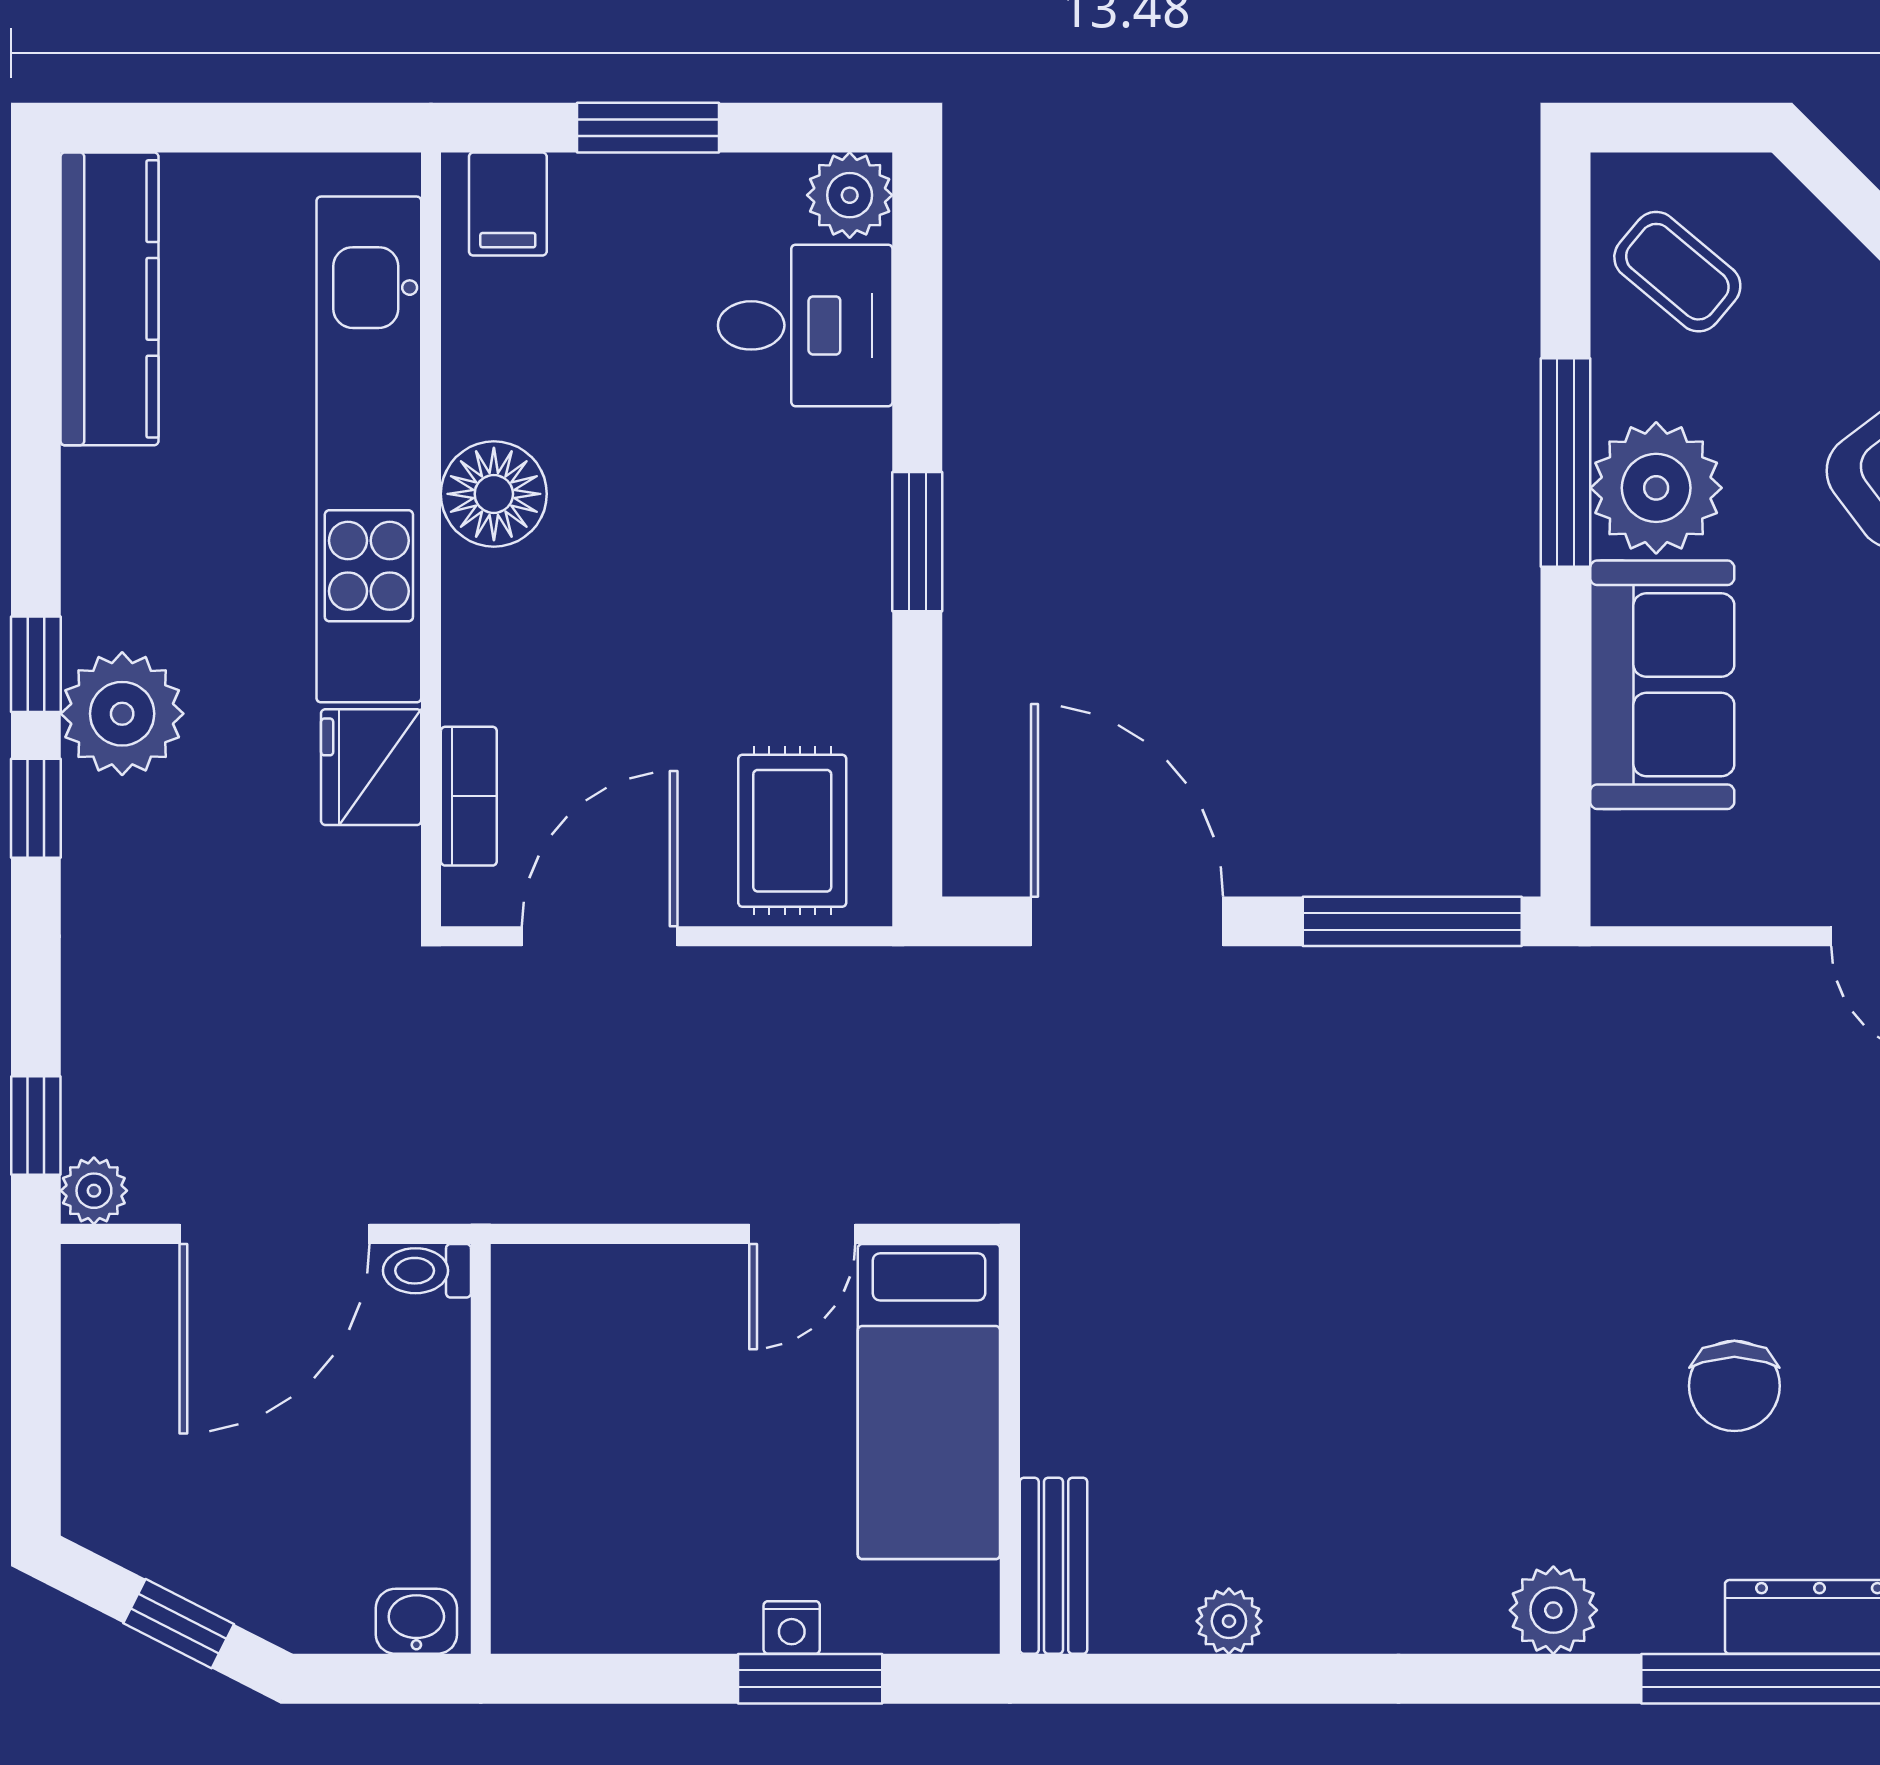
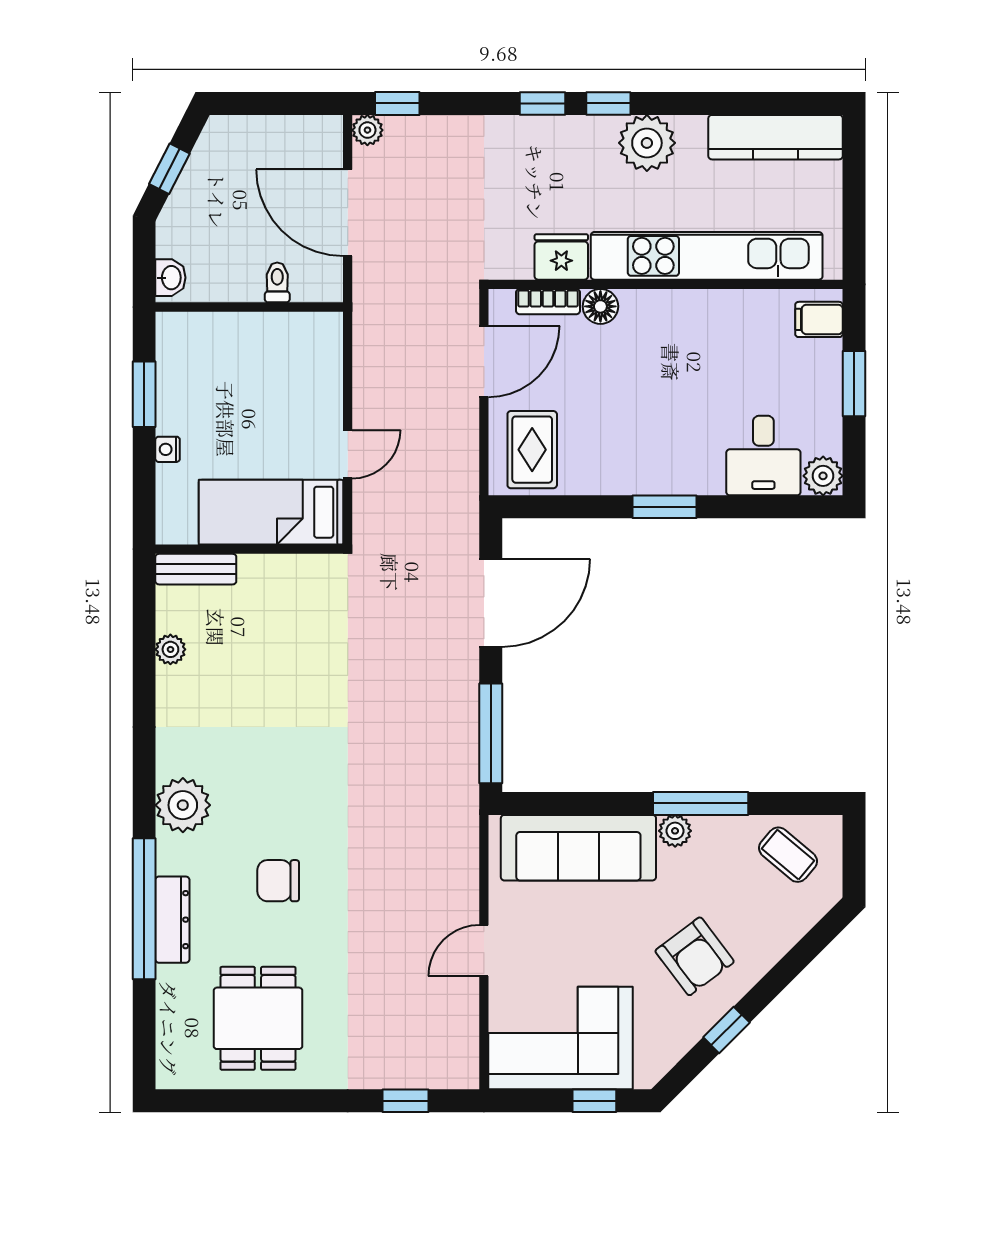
coffee table: (1677, 272) -> (788, 855), turned 90
plant: (1656, 488) -> (675, 831), width x0.53, depth x0.53
floor lamp: (494, 494) -> (600, 306), moved, width x0.73, depth x0.73
sofa: (1662, 685) -> (578, 848), width x1.36
plant: (122, 714) -> (647, 143), moved
rug: (792, 831) -> (532, 450), turned 90
door: (600, 936) -> (484, 361), hinge flipped
door: (802, 1234) -> (348, 454), swing flipped
toilet: (427, 1271) -> (277, 282), moved
plant: (1553, 1610) -> (183, 805), width x1.36, depth x1.36
window: (810, 1679) -> (144, 394), moved

